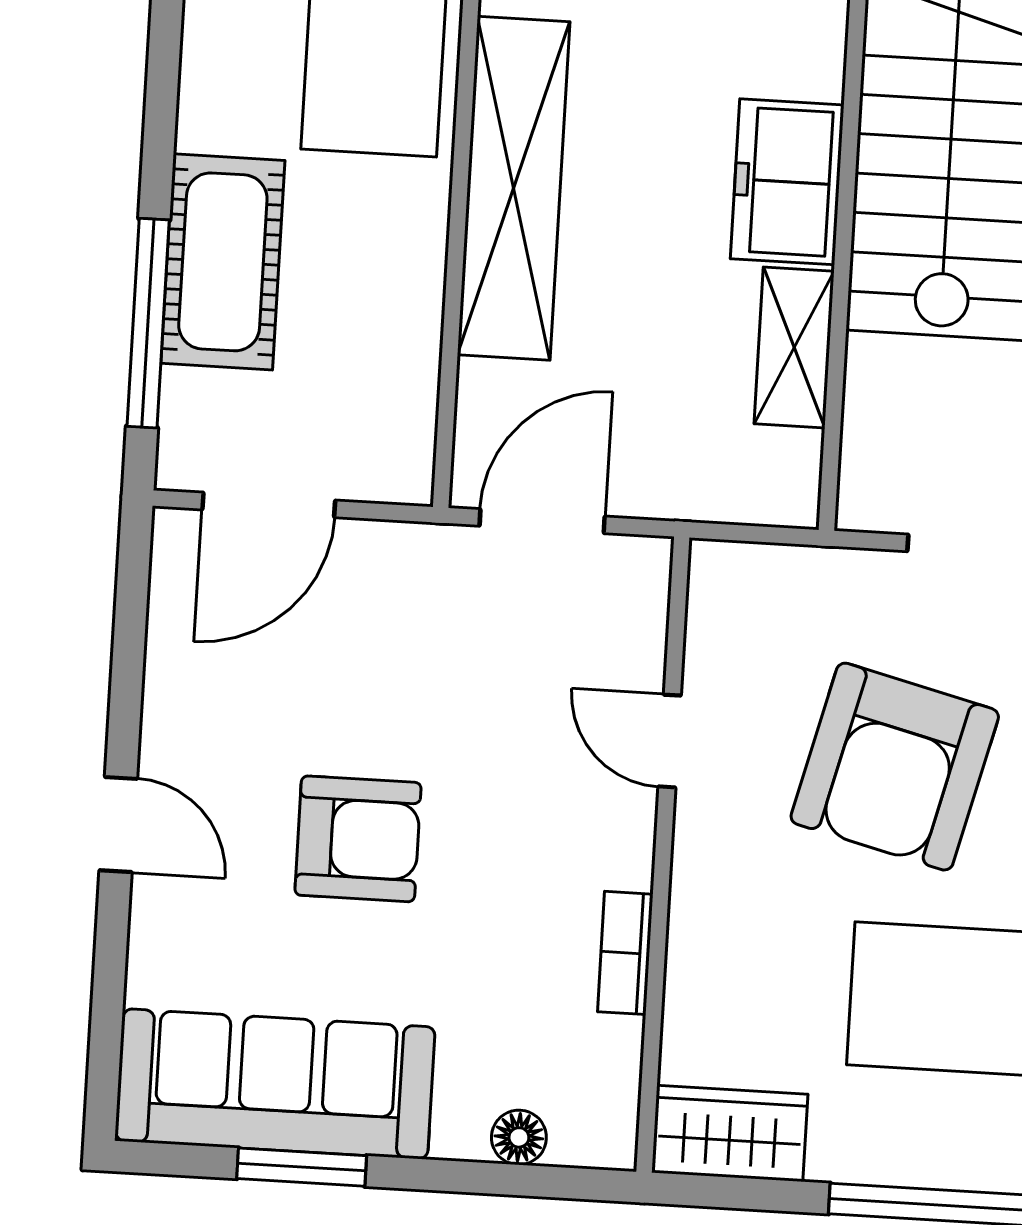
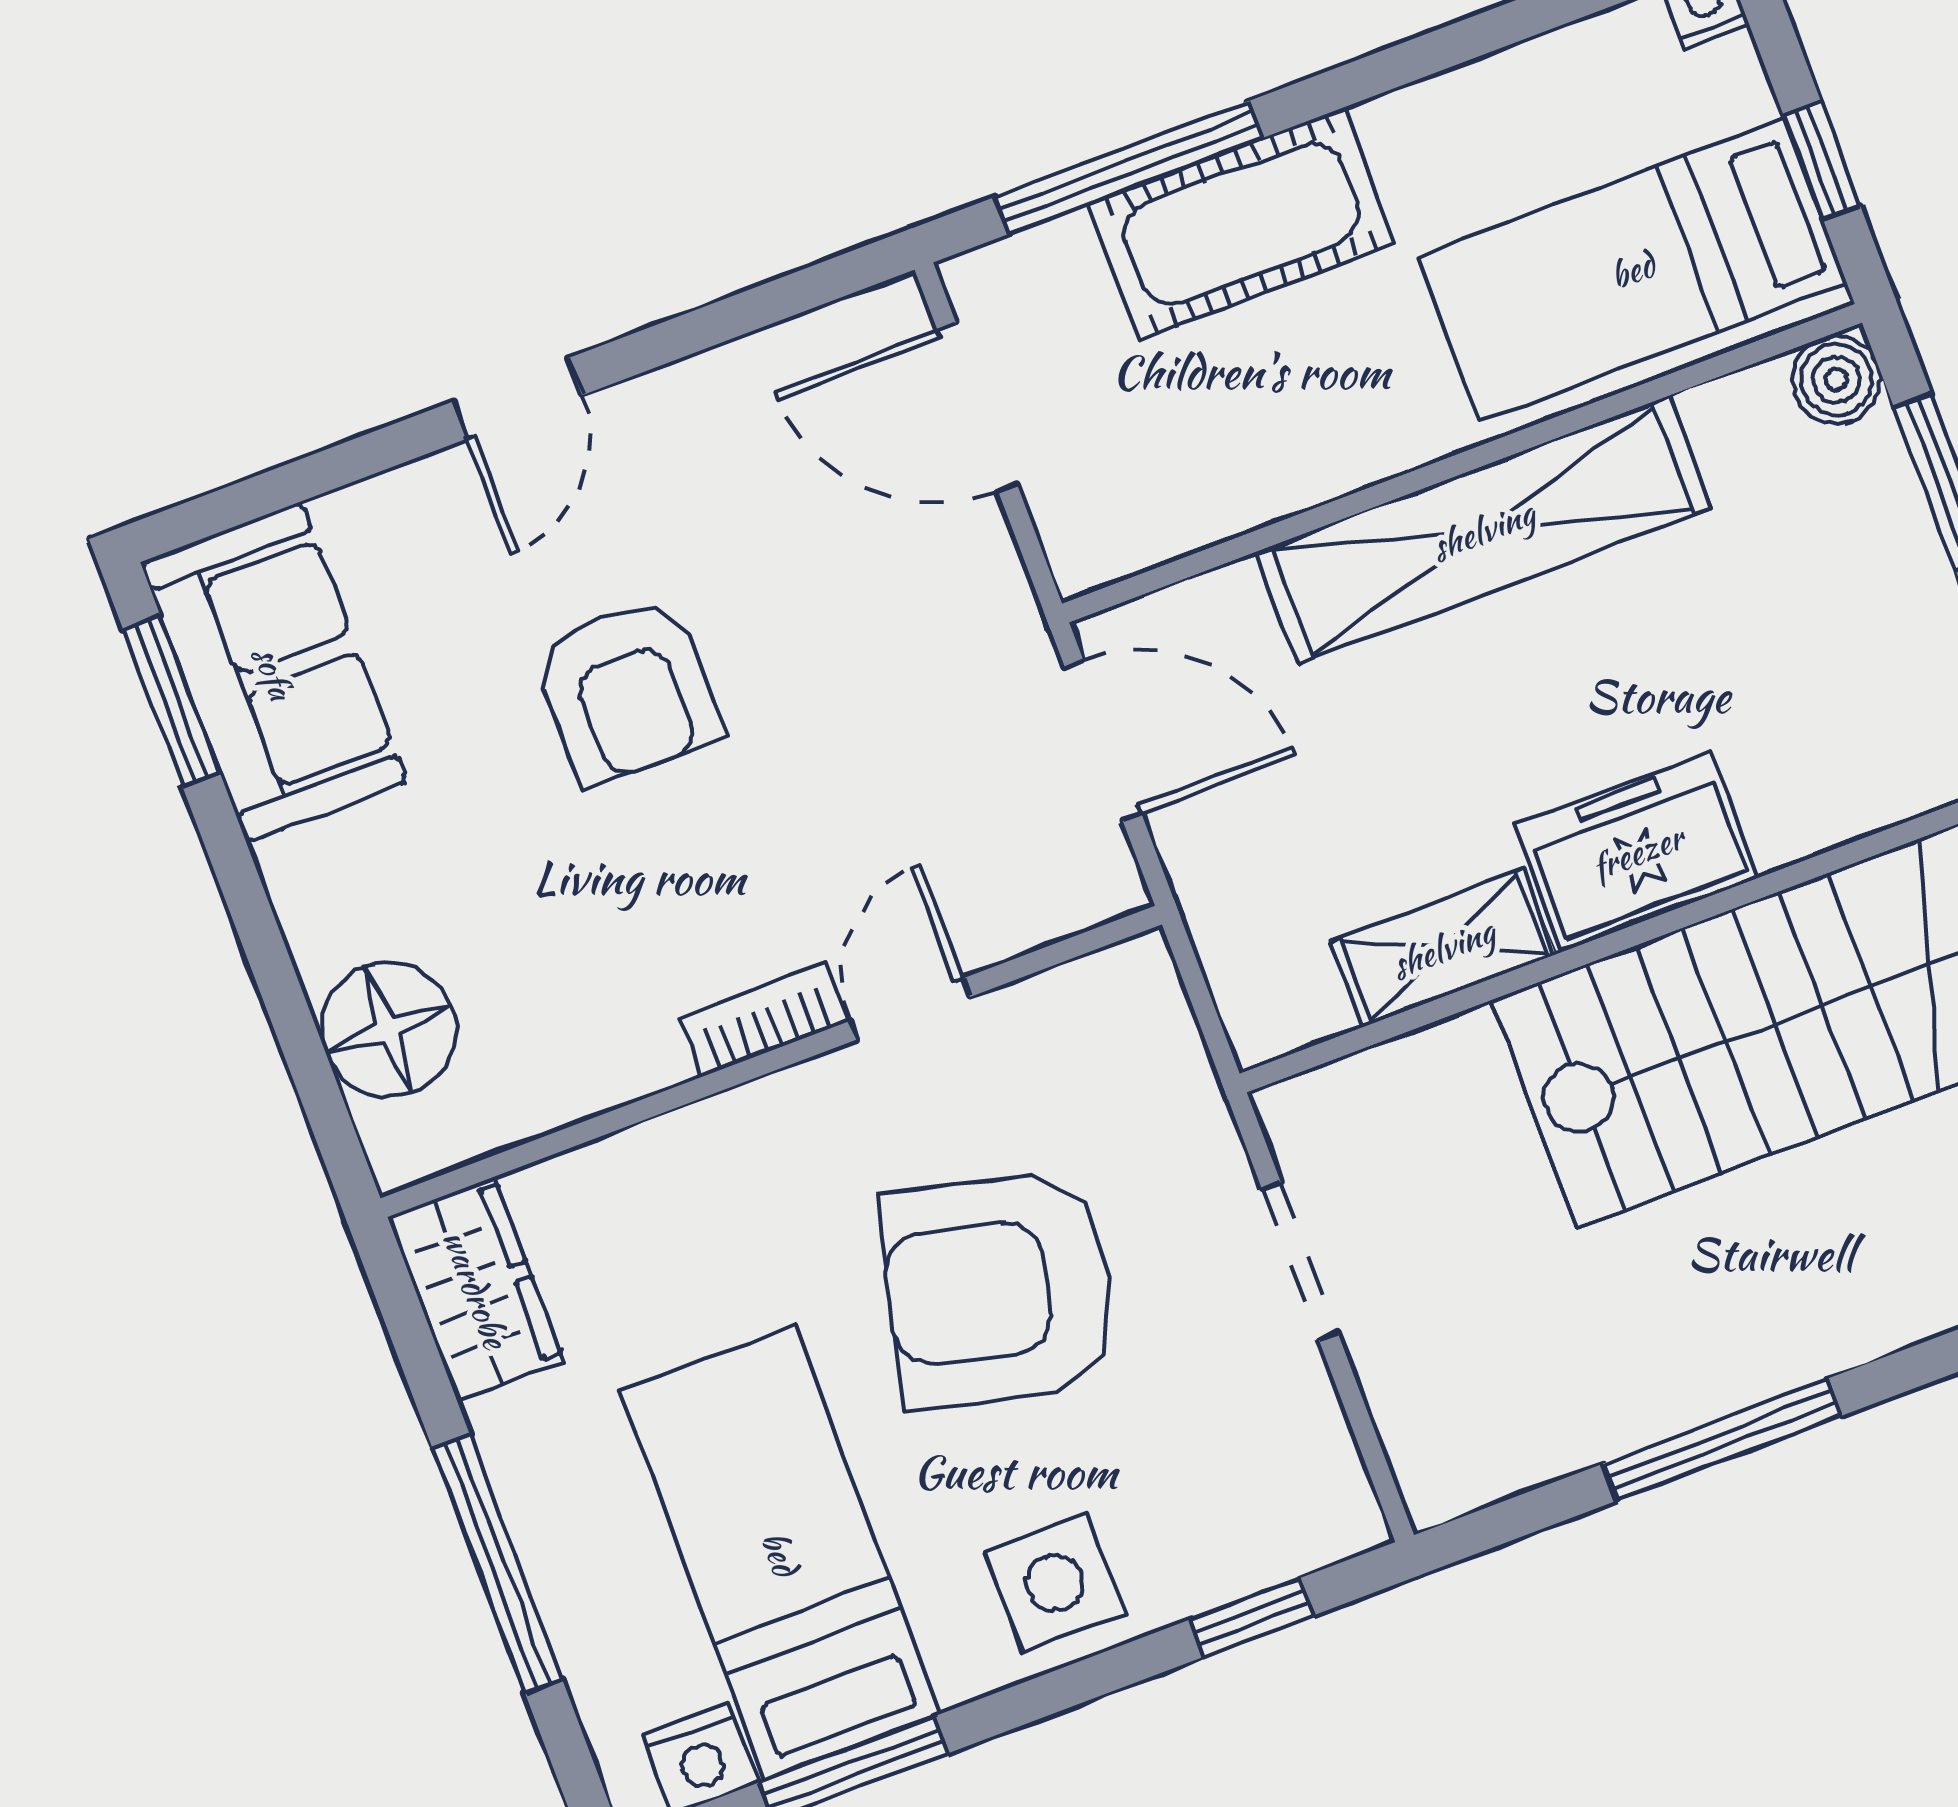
bookcase: (625, 953) -> (764, 1020), moved
sofa: (275, 1084) -> (274, 673), width x0.73
floor lamp: (519, 1137) -> (388, 1029), width x1.89, depth x1.89
window: (302, 1167) -> (171, 701), moved

